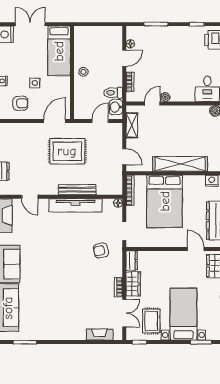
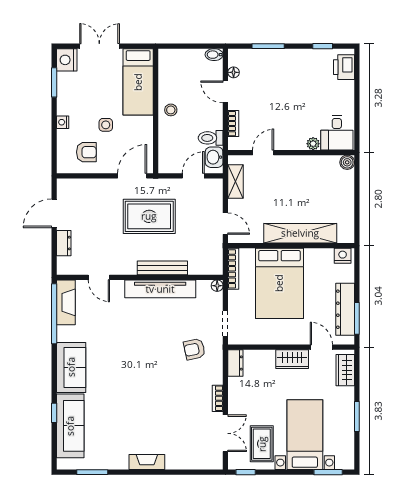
bidet: (116, 30) -> (214, 55), added
door: (124, 58) -> (225, 92), swing flipped
plant: (165, 97) -> (313, 144), moved
wardrobe: (133, 284) -> (292, 359), moved, turned 90
fireplace: (99, 335) -> (147, 462), moved

